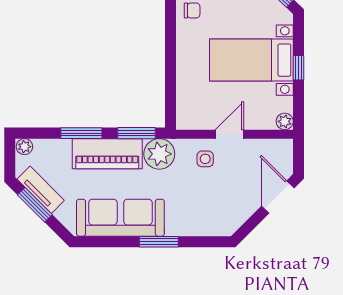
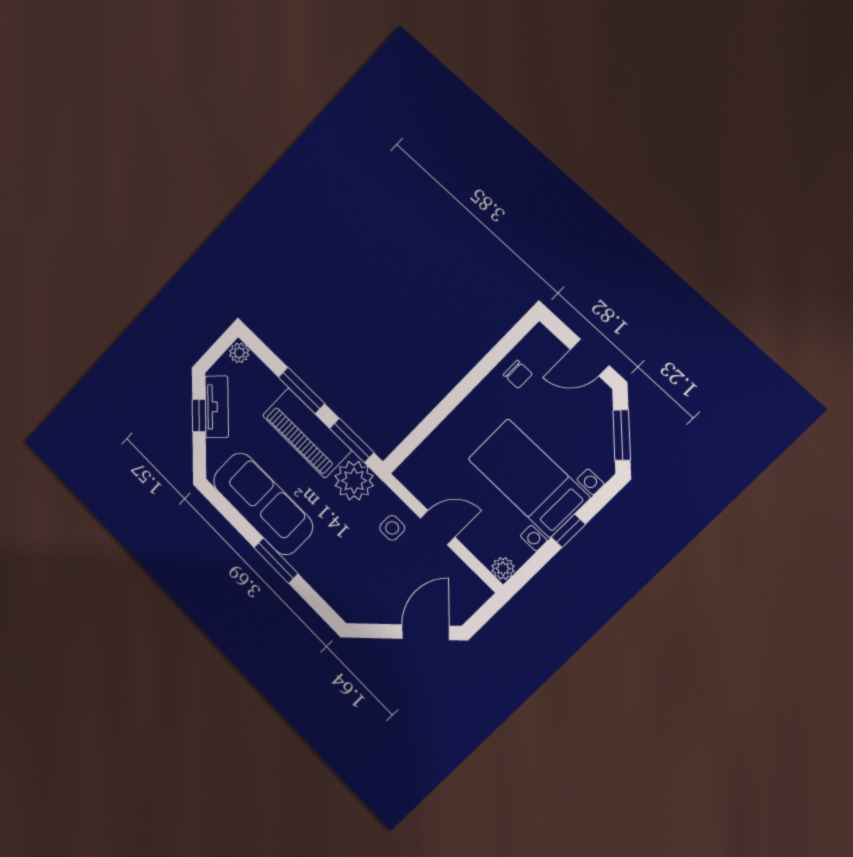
window: (35, 205) -> (199, 415), width x0.67

